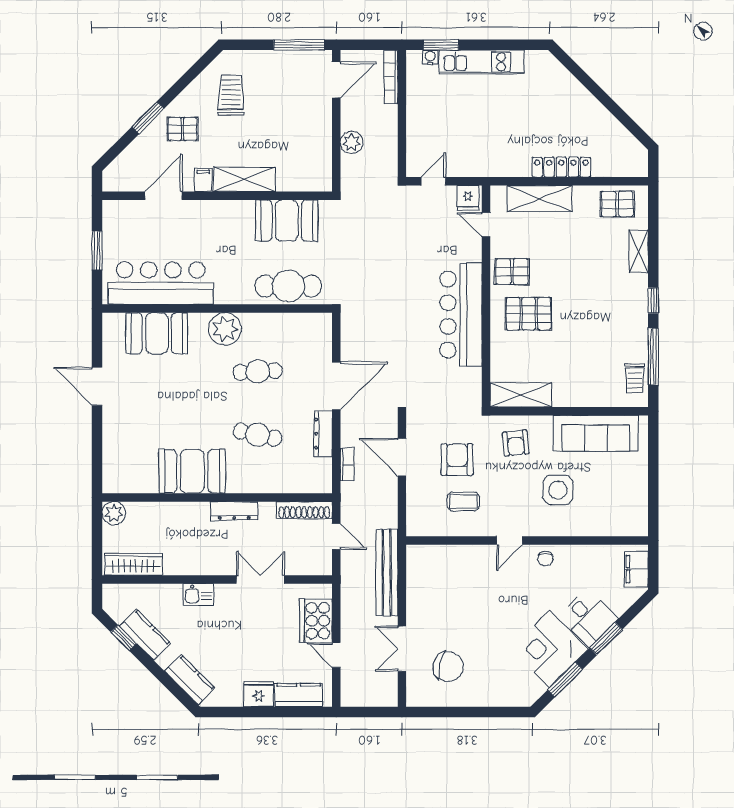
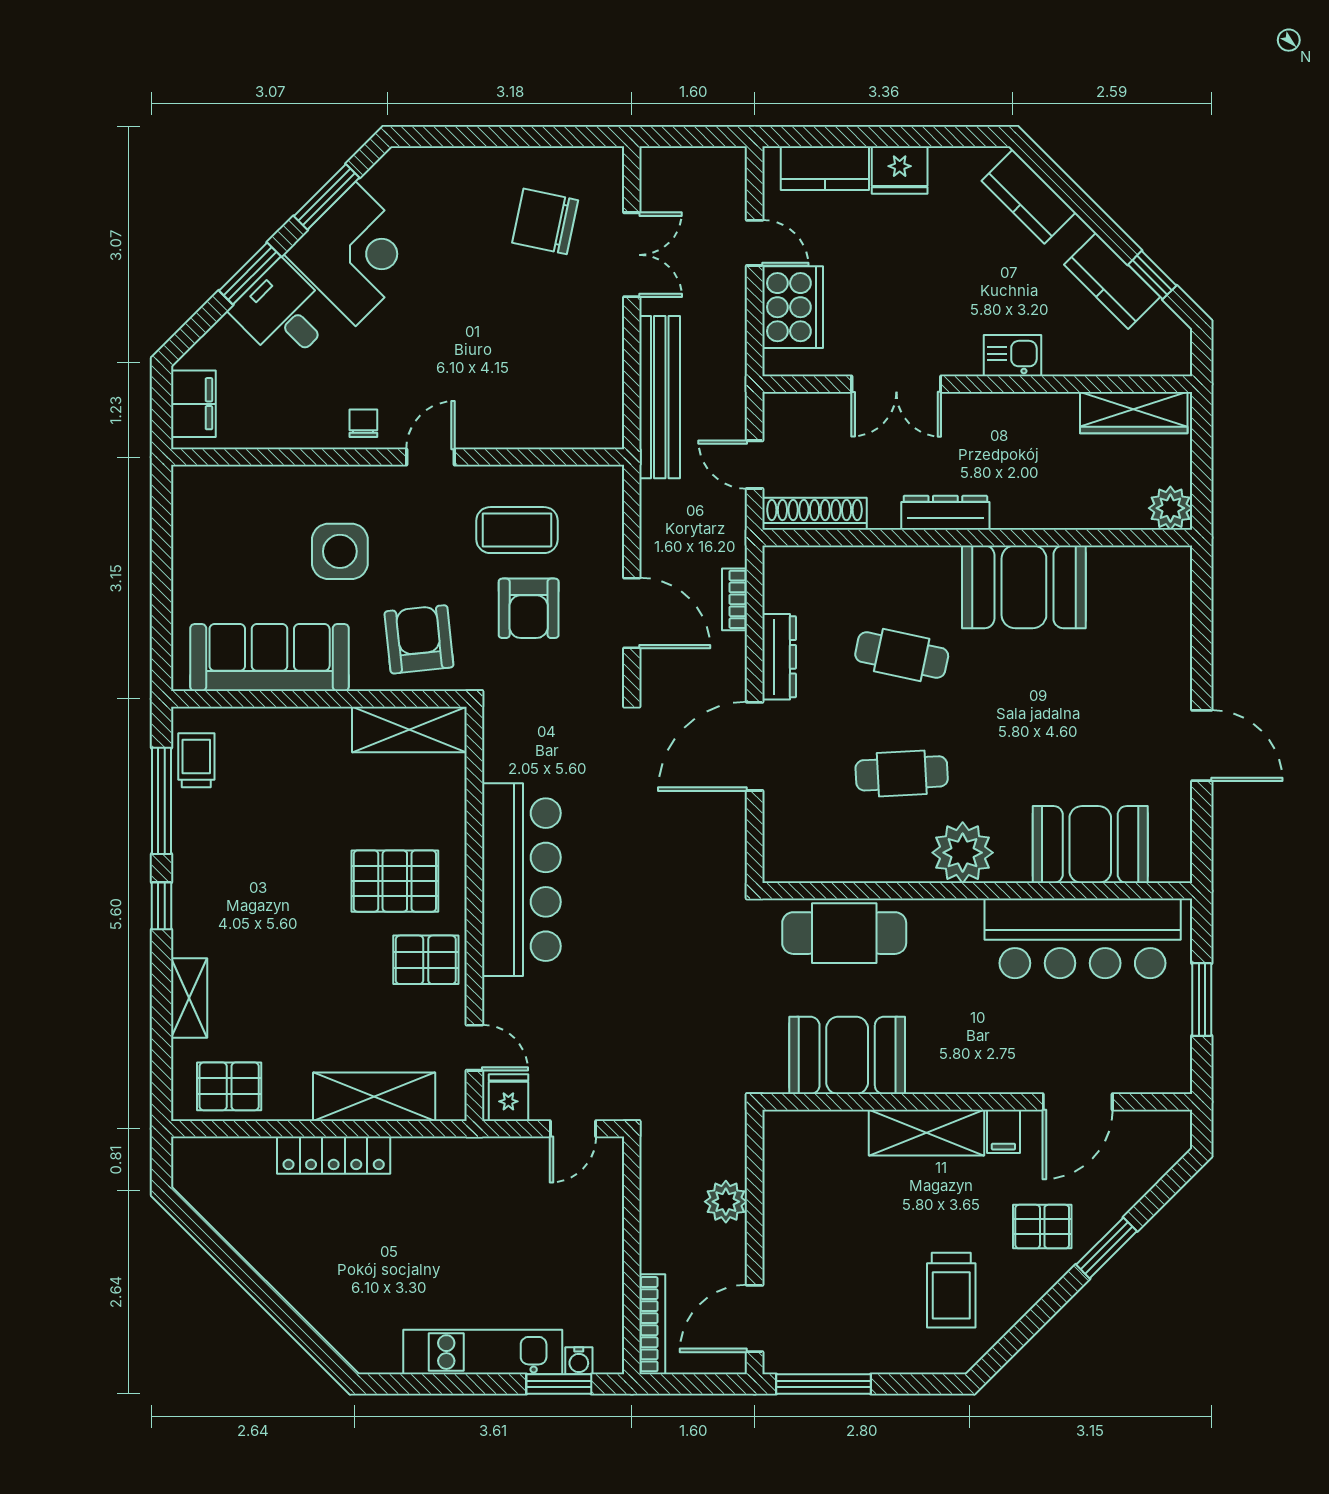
armchair: (516, 443) -> (419, 639), width x1.38, depth x1.38
coffee table: (463, 501) -> (517, 530), width x1.36, depth x1.30

